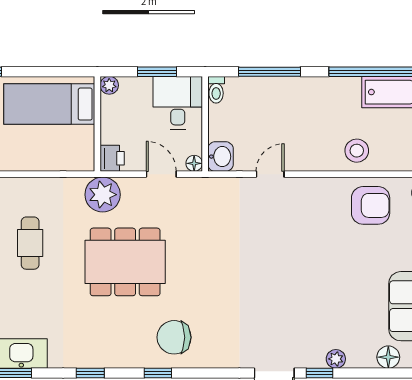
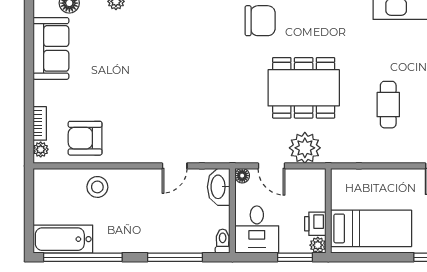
window: (157, 72) -> (295, 257), moved
washbasin: (220, 157) -> (219, 187), width x1.38
printer: (112, 158) -> (315, 224), moved
plant: (103, 195) -> (305, 148), moved

